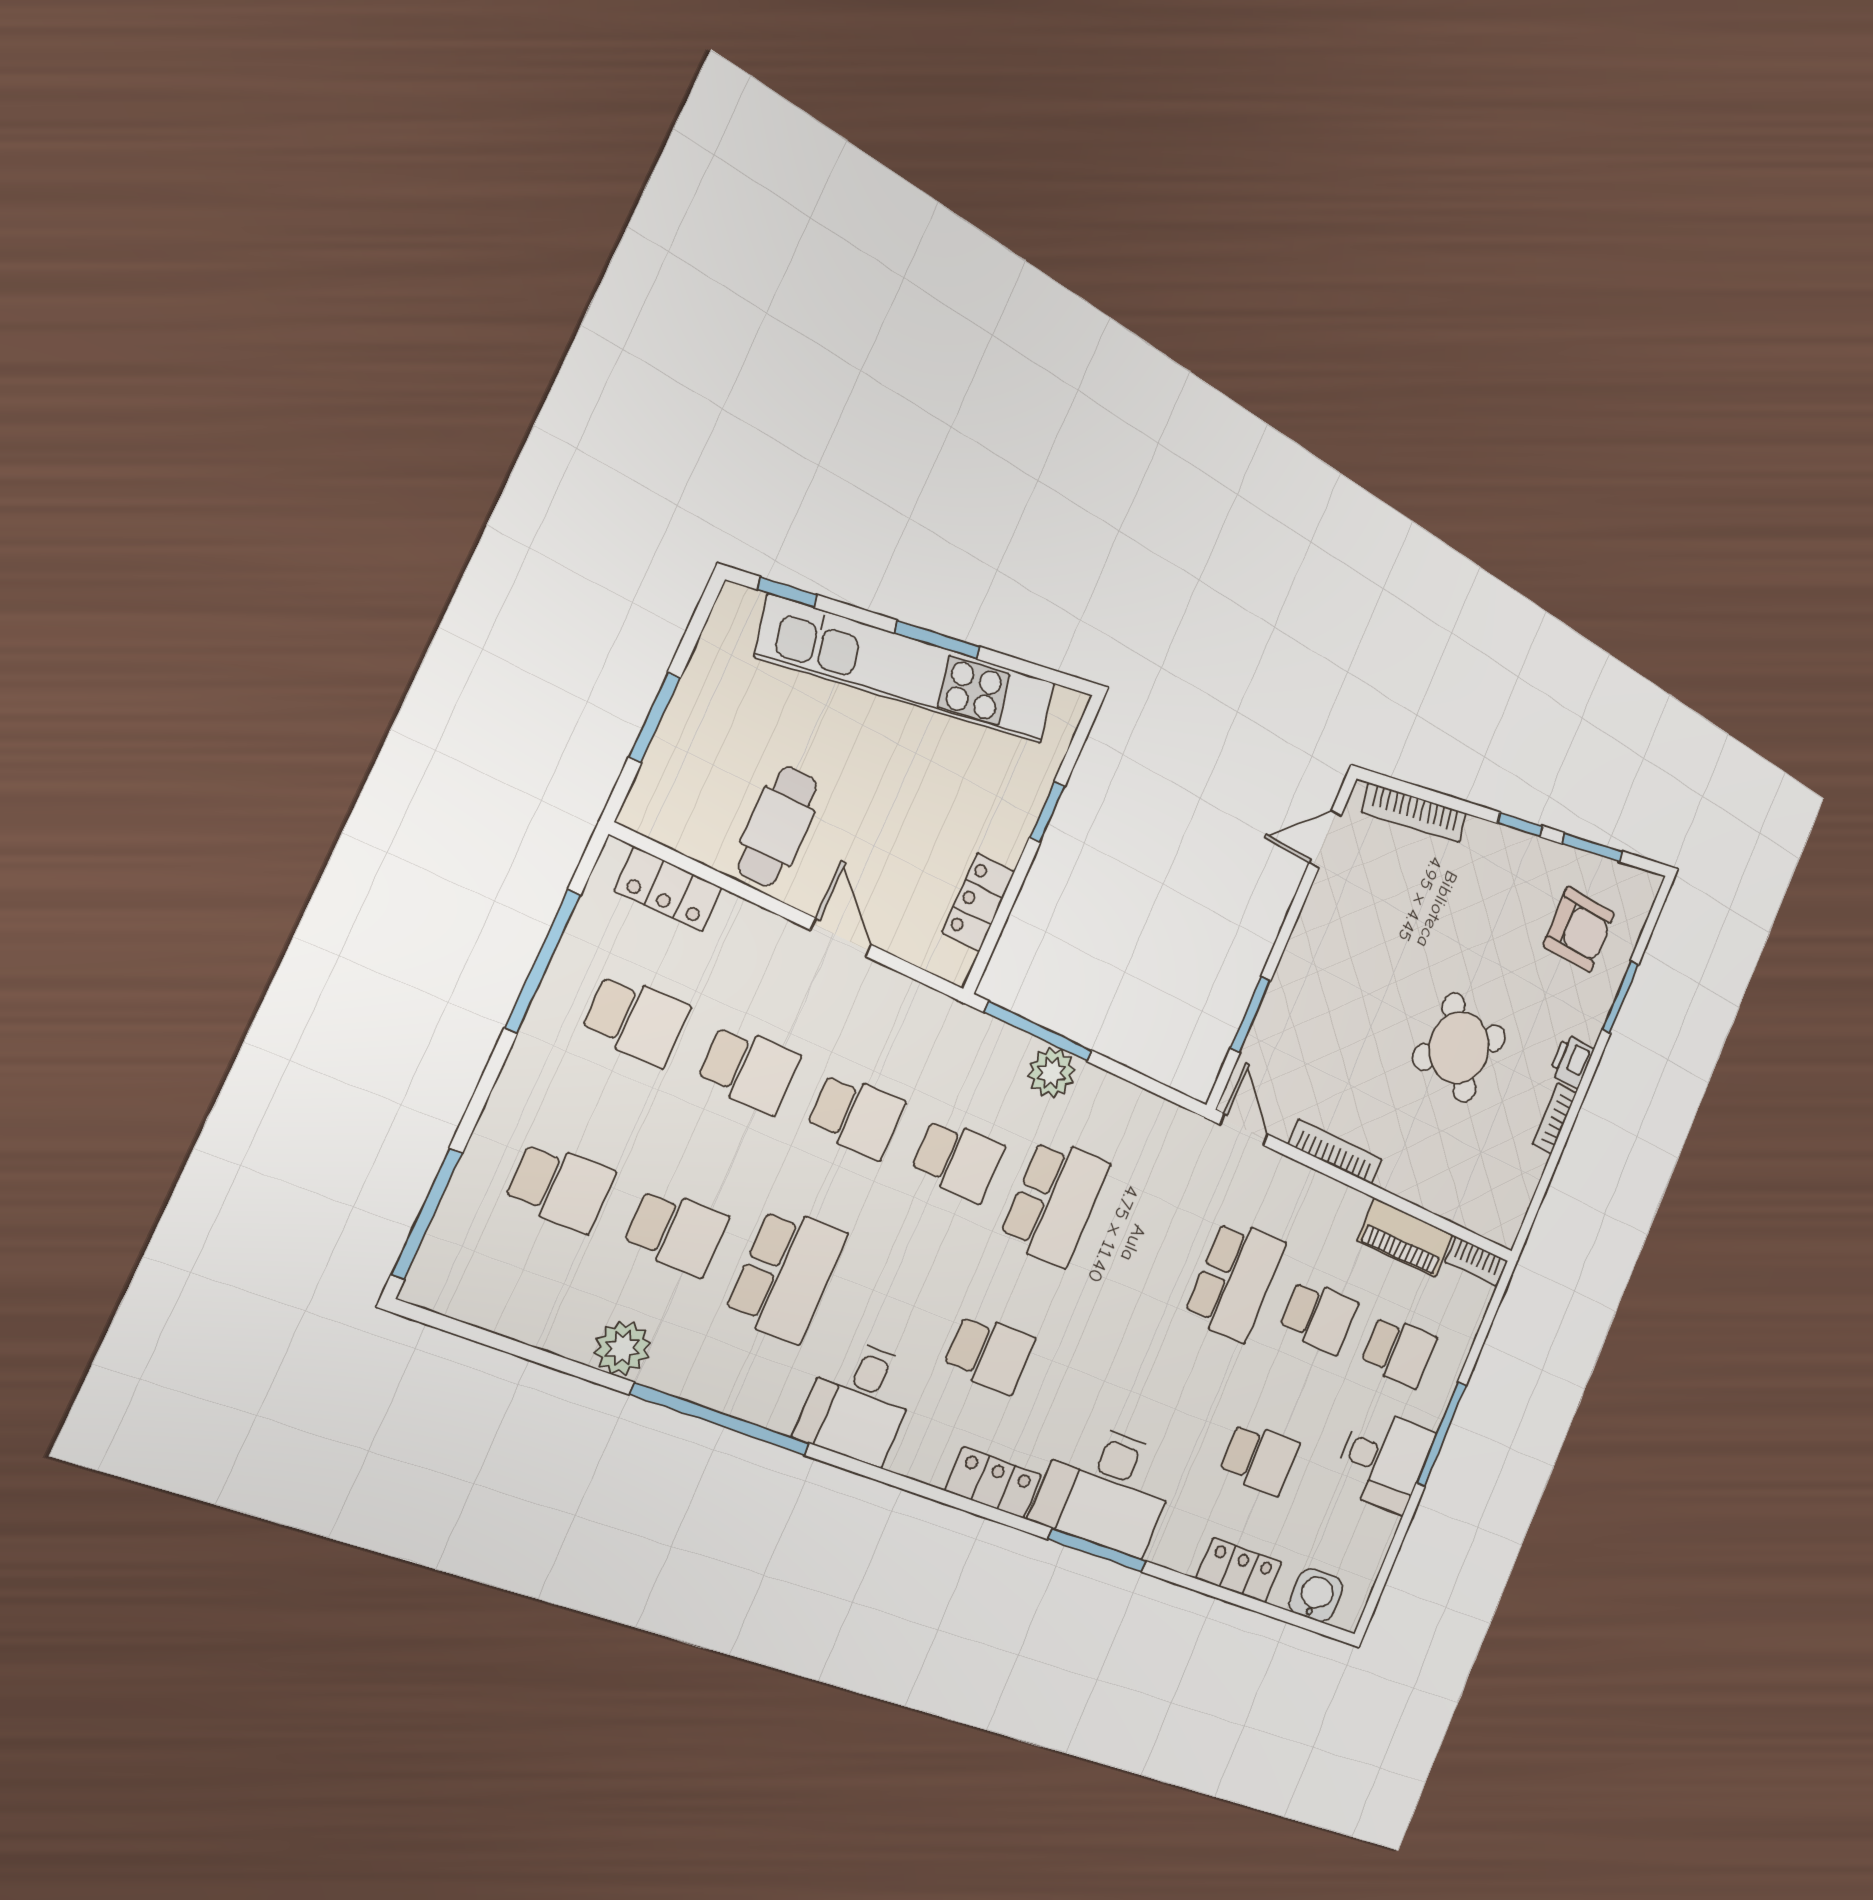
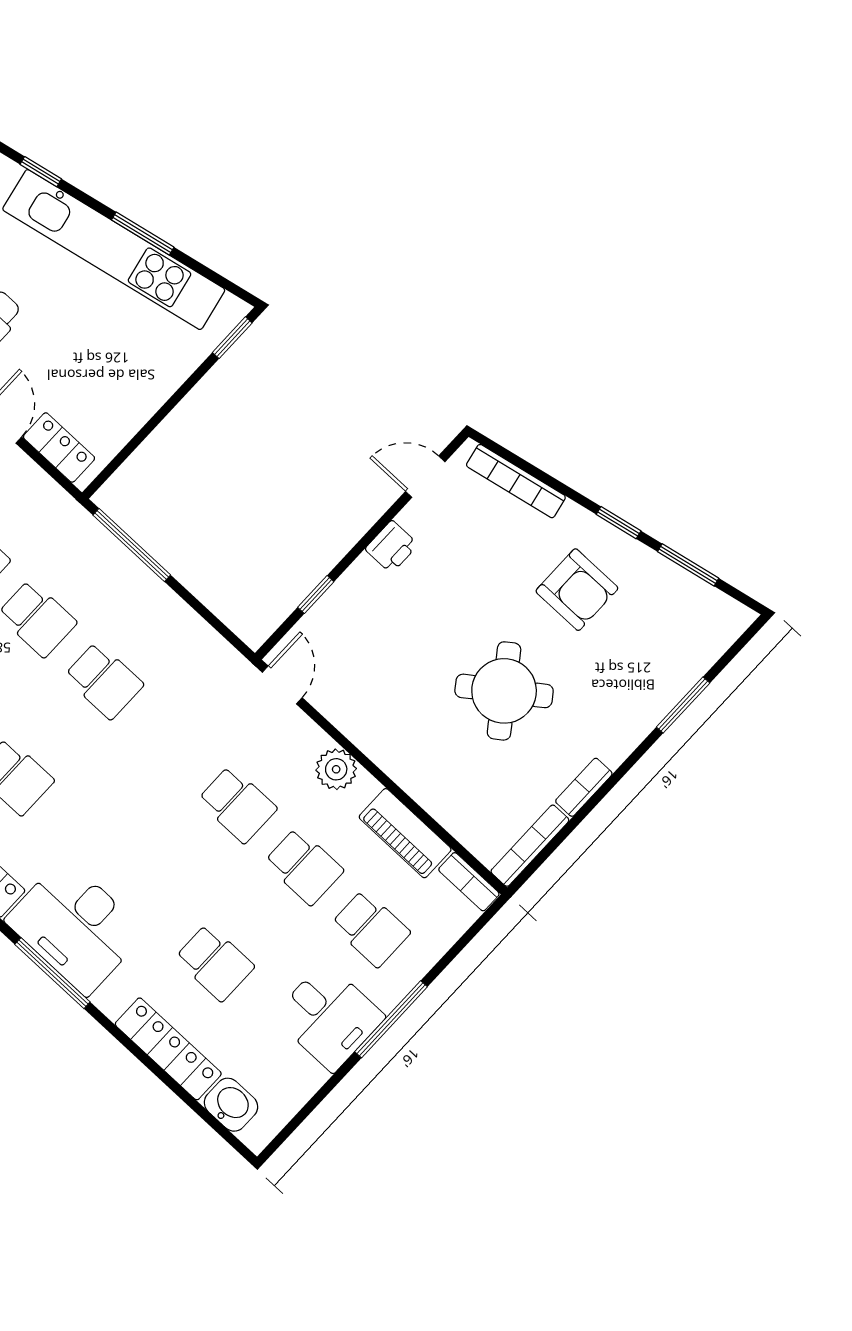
window: (1047, 812) -> (232, 338), moved
locker: (978, 902) -> (59, 448), moved, turned 90
armchair: (1579, 929) -> (577, 590), moved
window: (1250, 1014) -> (316, 594), width x0.67
printer: (1572, 1061) -> (392, 547), moved, turned 180
plant: (1052, 1073) -> (336, 769), moved
bookcase: (1335, 1152) -> (530, 846), moved, turned -90
school desk: (1055, 1202) -> (104, 680), width x0.54
school desk: (1235, 1280) -> (237, 804), width x0.54
locker: (1239, 1570) -> (168, 1049), width x1.53

